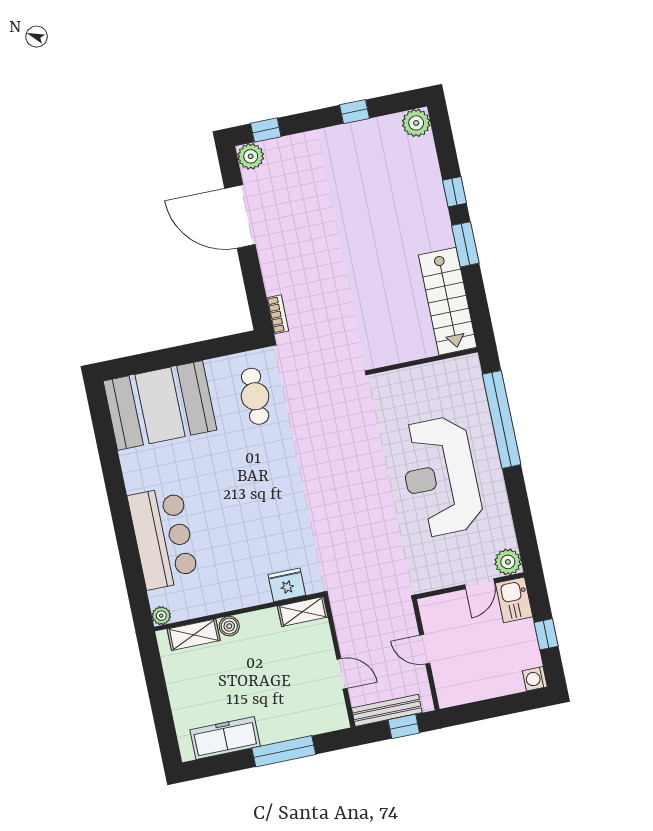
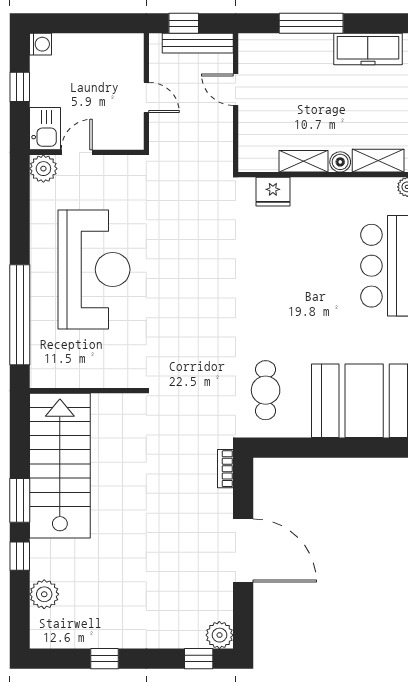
plant: (416, 123) -> (44, 594), moved
door: (240, 217) -> (243, 550), moved
stairs: (448, 301) -> (60, 466), width x1.36, depth x1.51
shelving: (303, 612) -> (304, 161), moved

